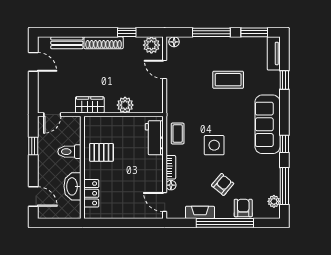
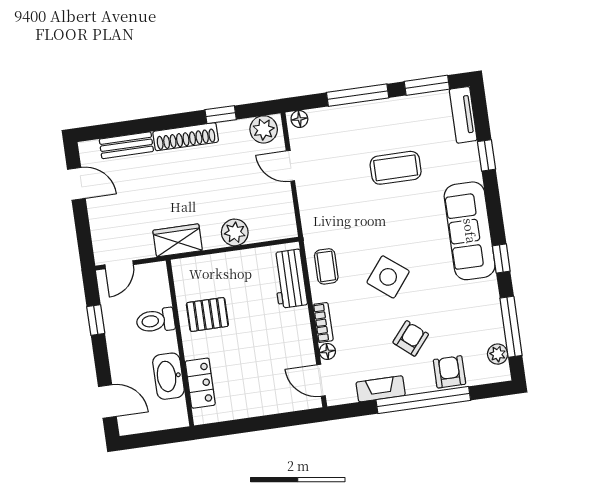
side table: (214, 145) -> (388, 277), turned 38

